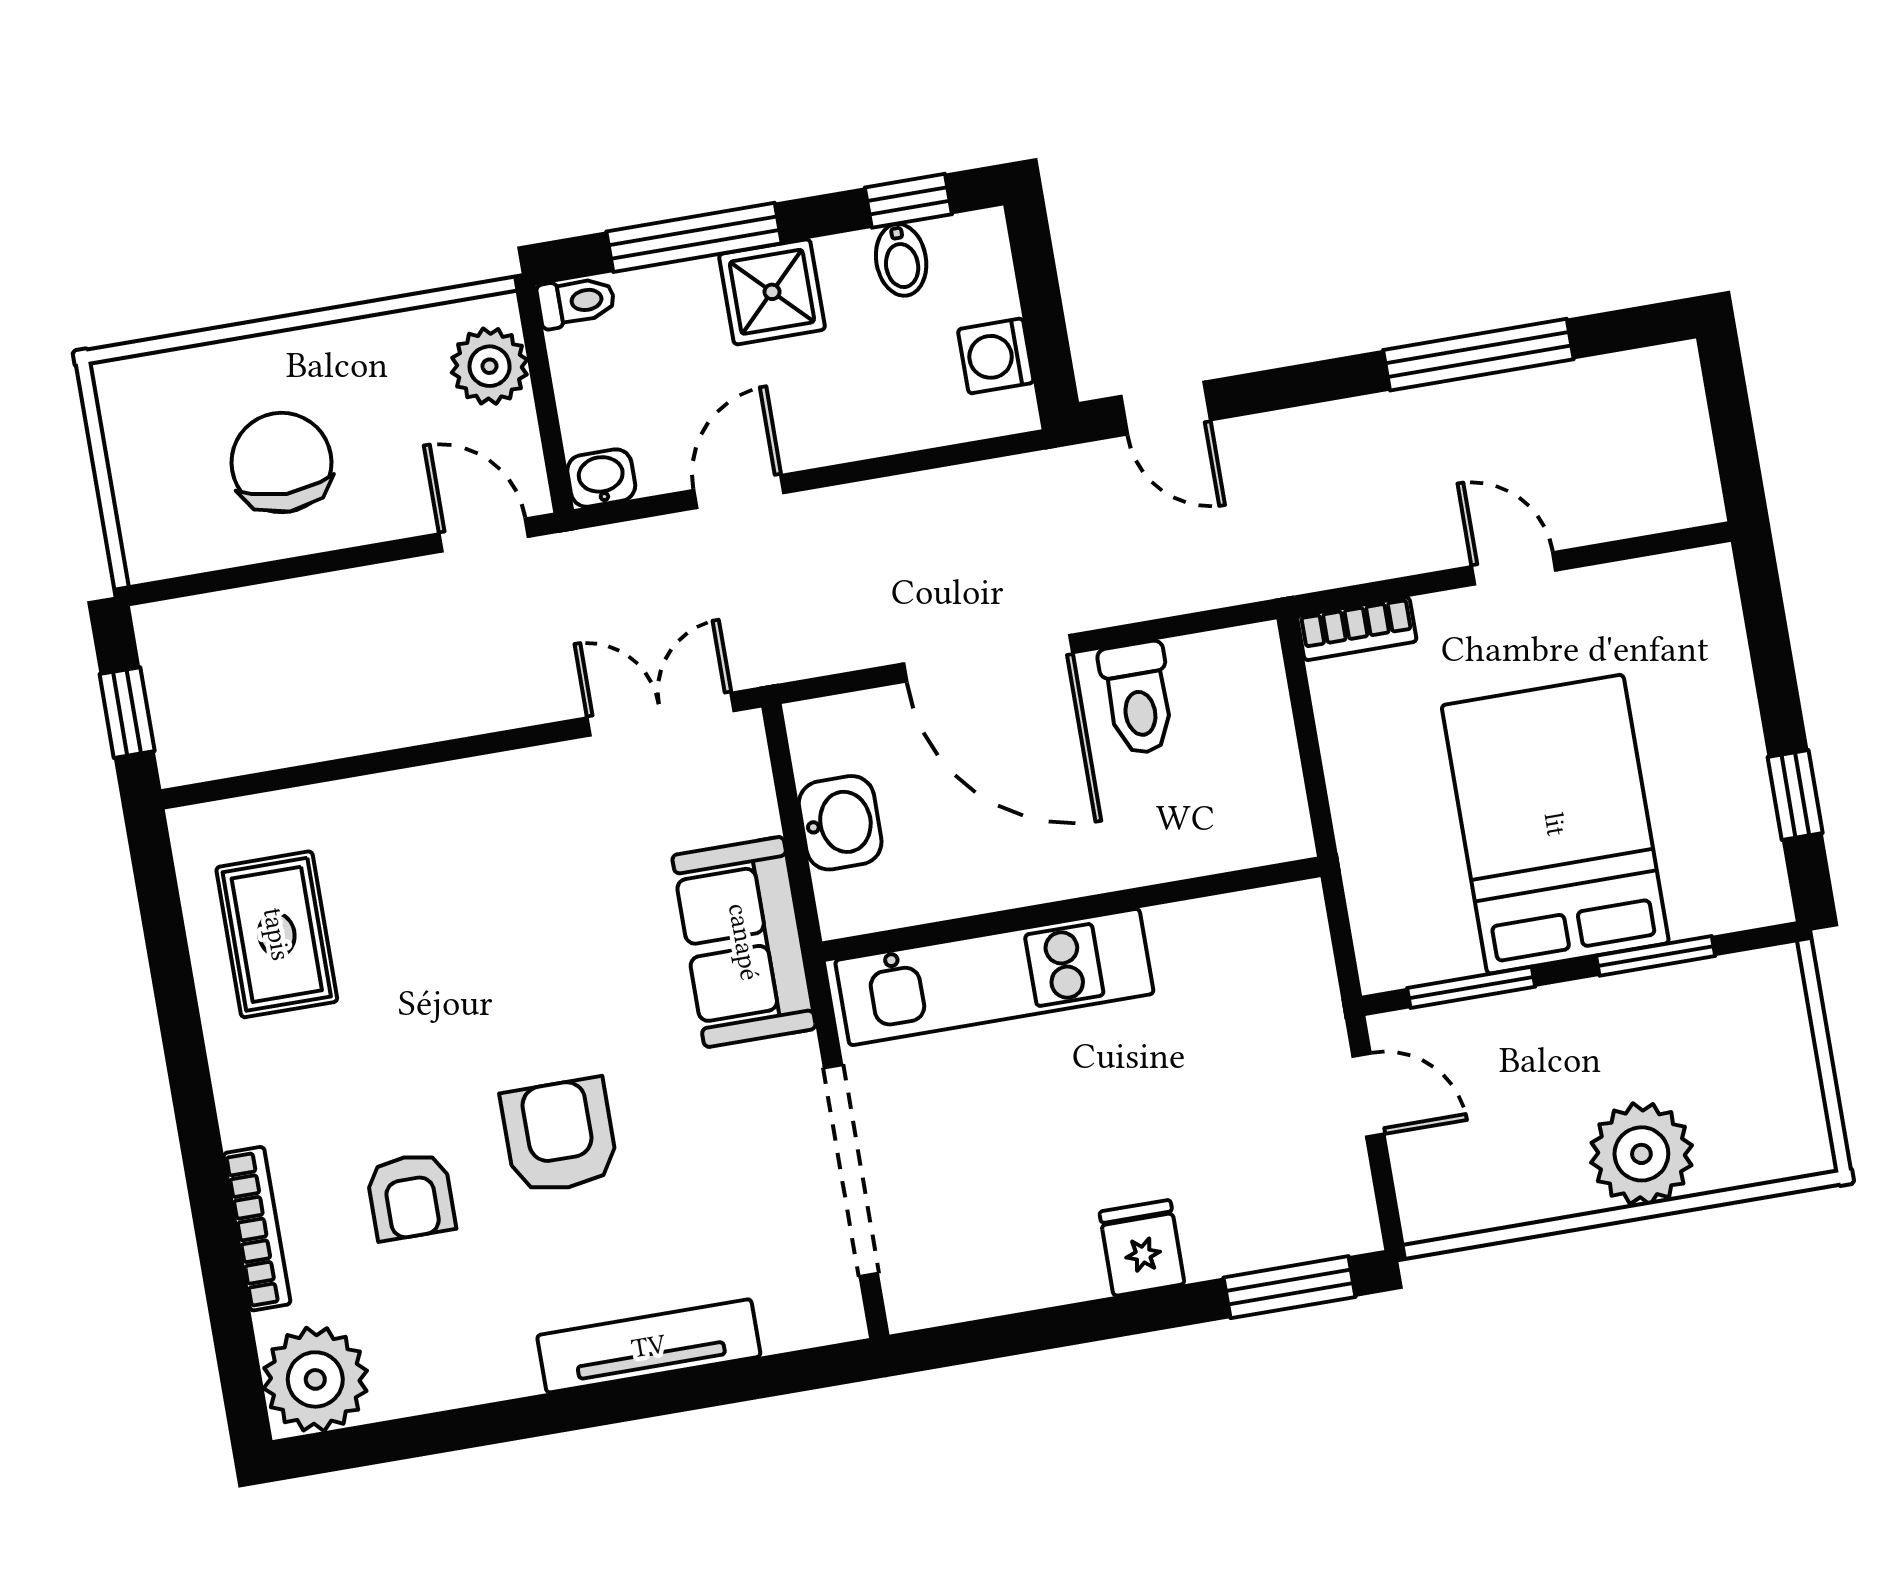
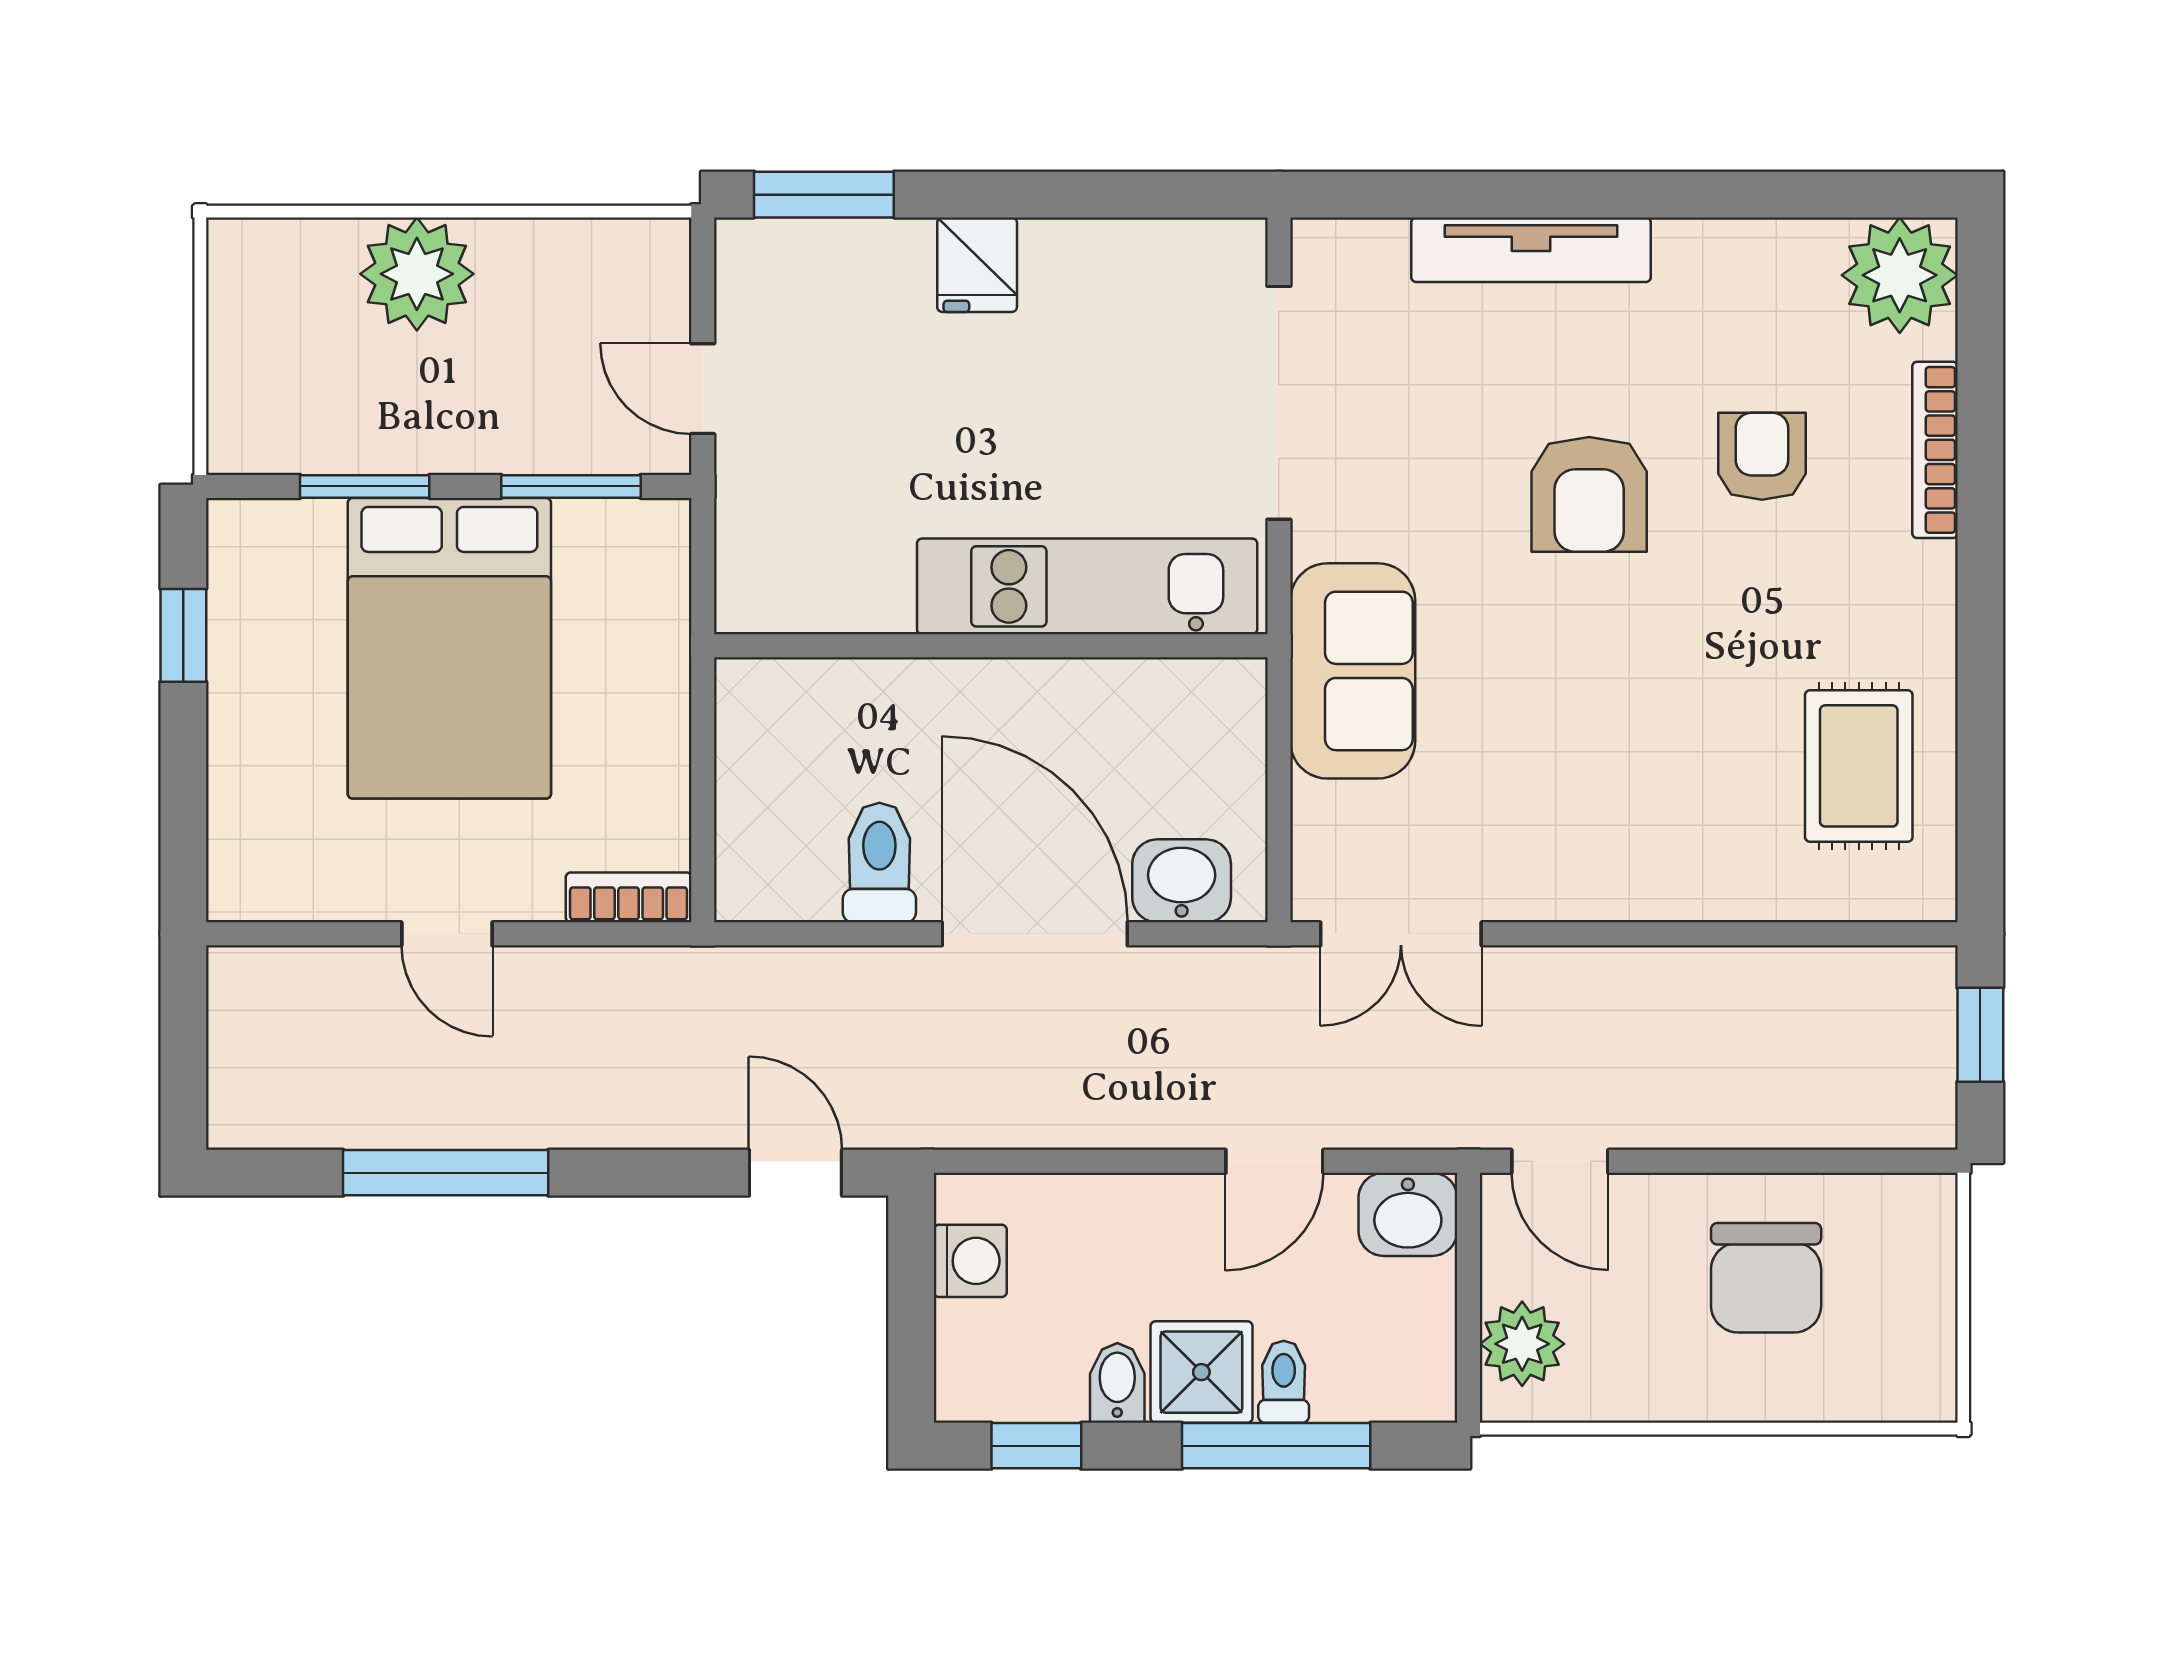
bidet: (901, 260) -> (1117, 1383), moved
toilet: (576, 302) -> (1284, 1382), moved, turned 90
washbasin: (601, 478) -> (1408, 1214), width x1.38, depth x1.45
washbasin: (840, 823) -> (1182, 881), moved, turned 90

